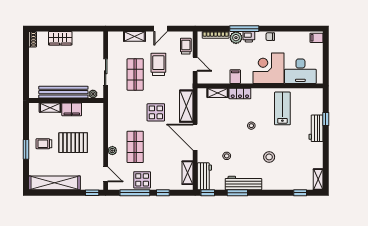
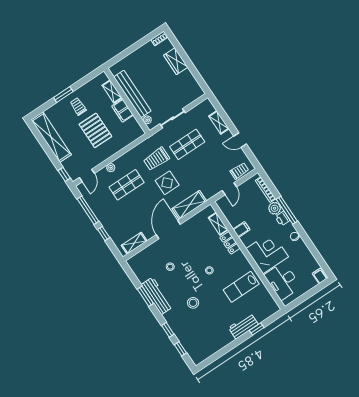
trolley: (158, 64) -> (156, 159), moved, turned 180
lab bench: (282, 108) -> (241, 287), turned 180
workbench: (204, 176) -> (141, 259), removed
shelving: (318, 179) -> (202, 356), removed
display table: (142, 180) -> (103, 209), removed
window: (208, 193) -> (168, 330), moved

